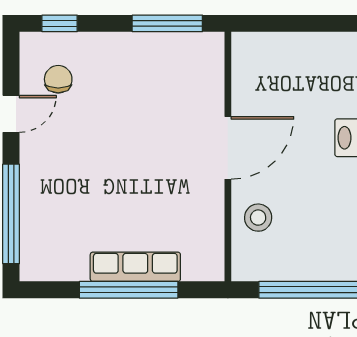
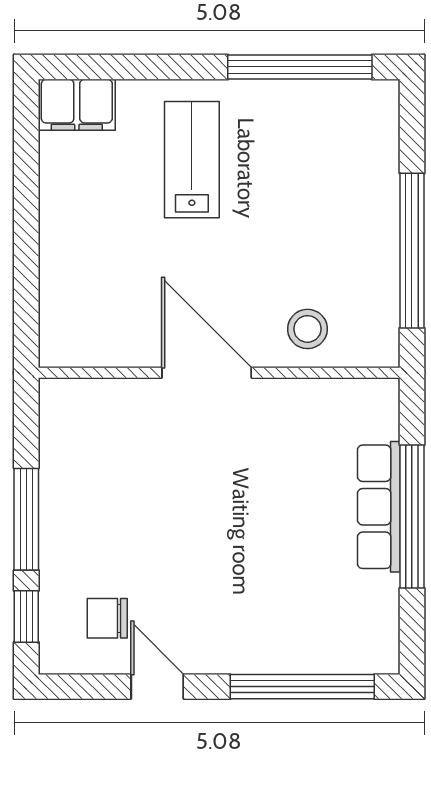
window: (167, 23) -> (26, 519), moved

